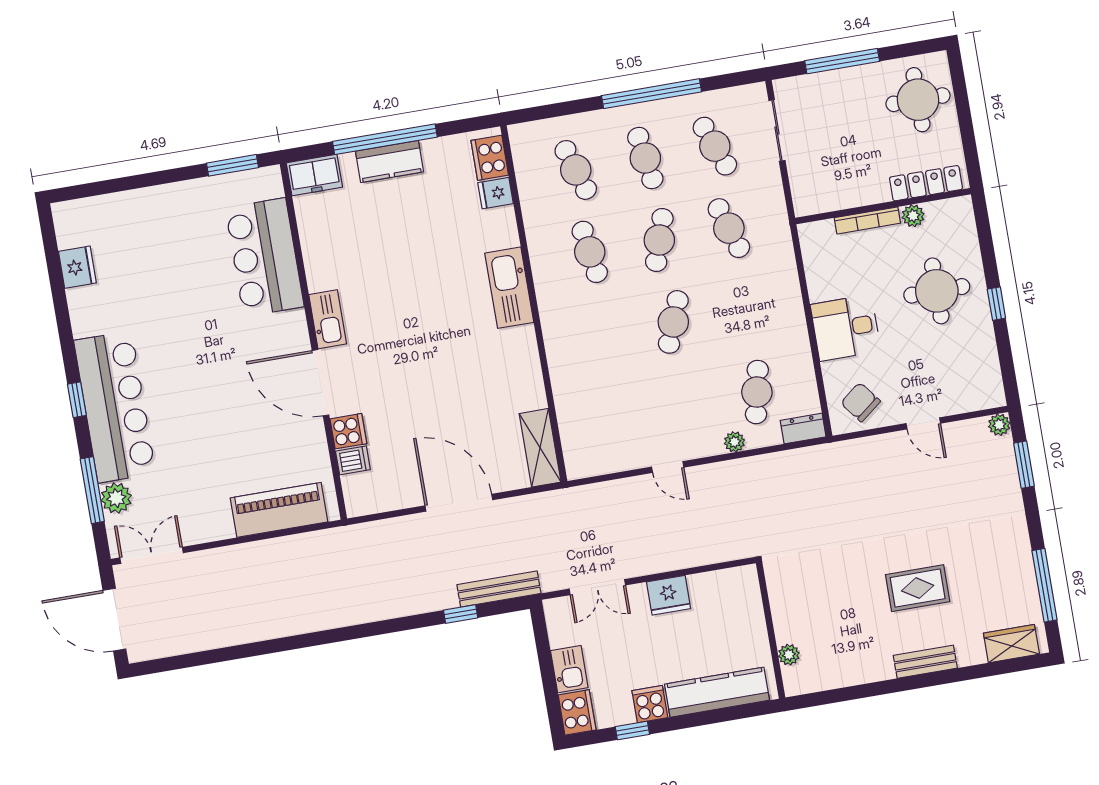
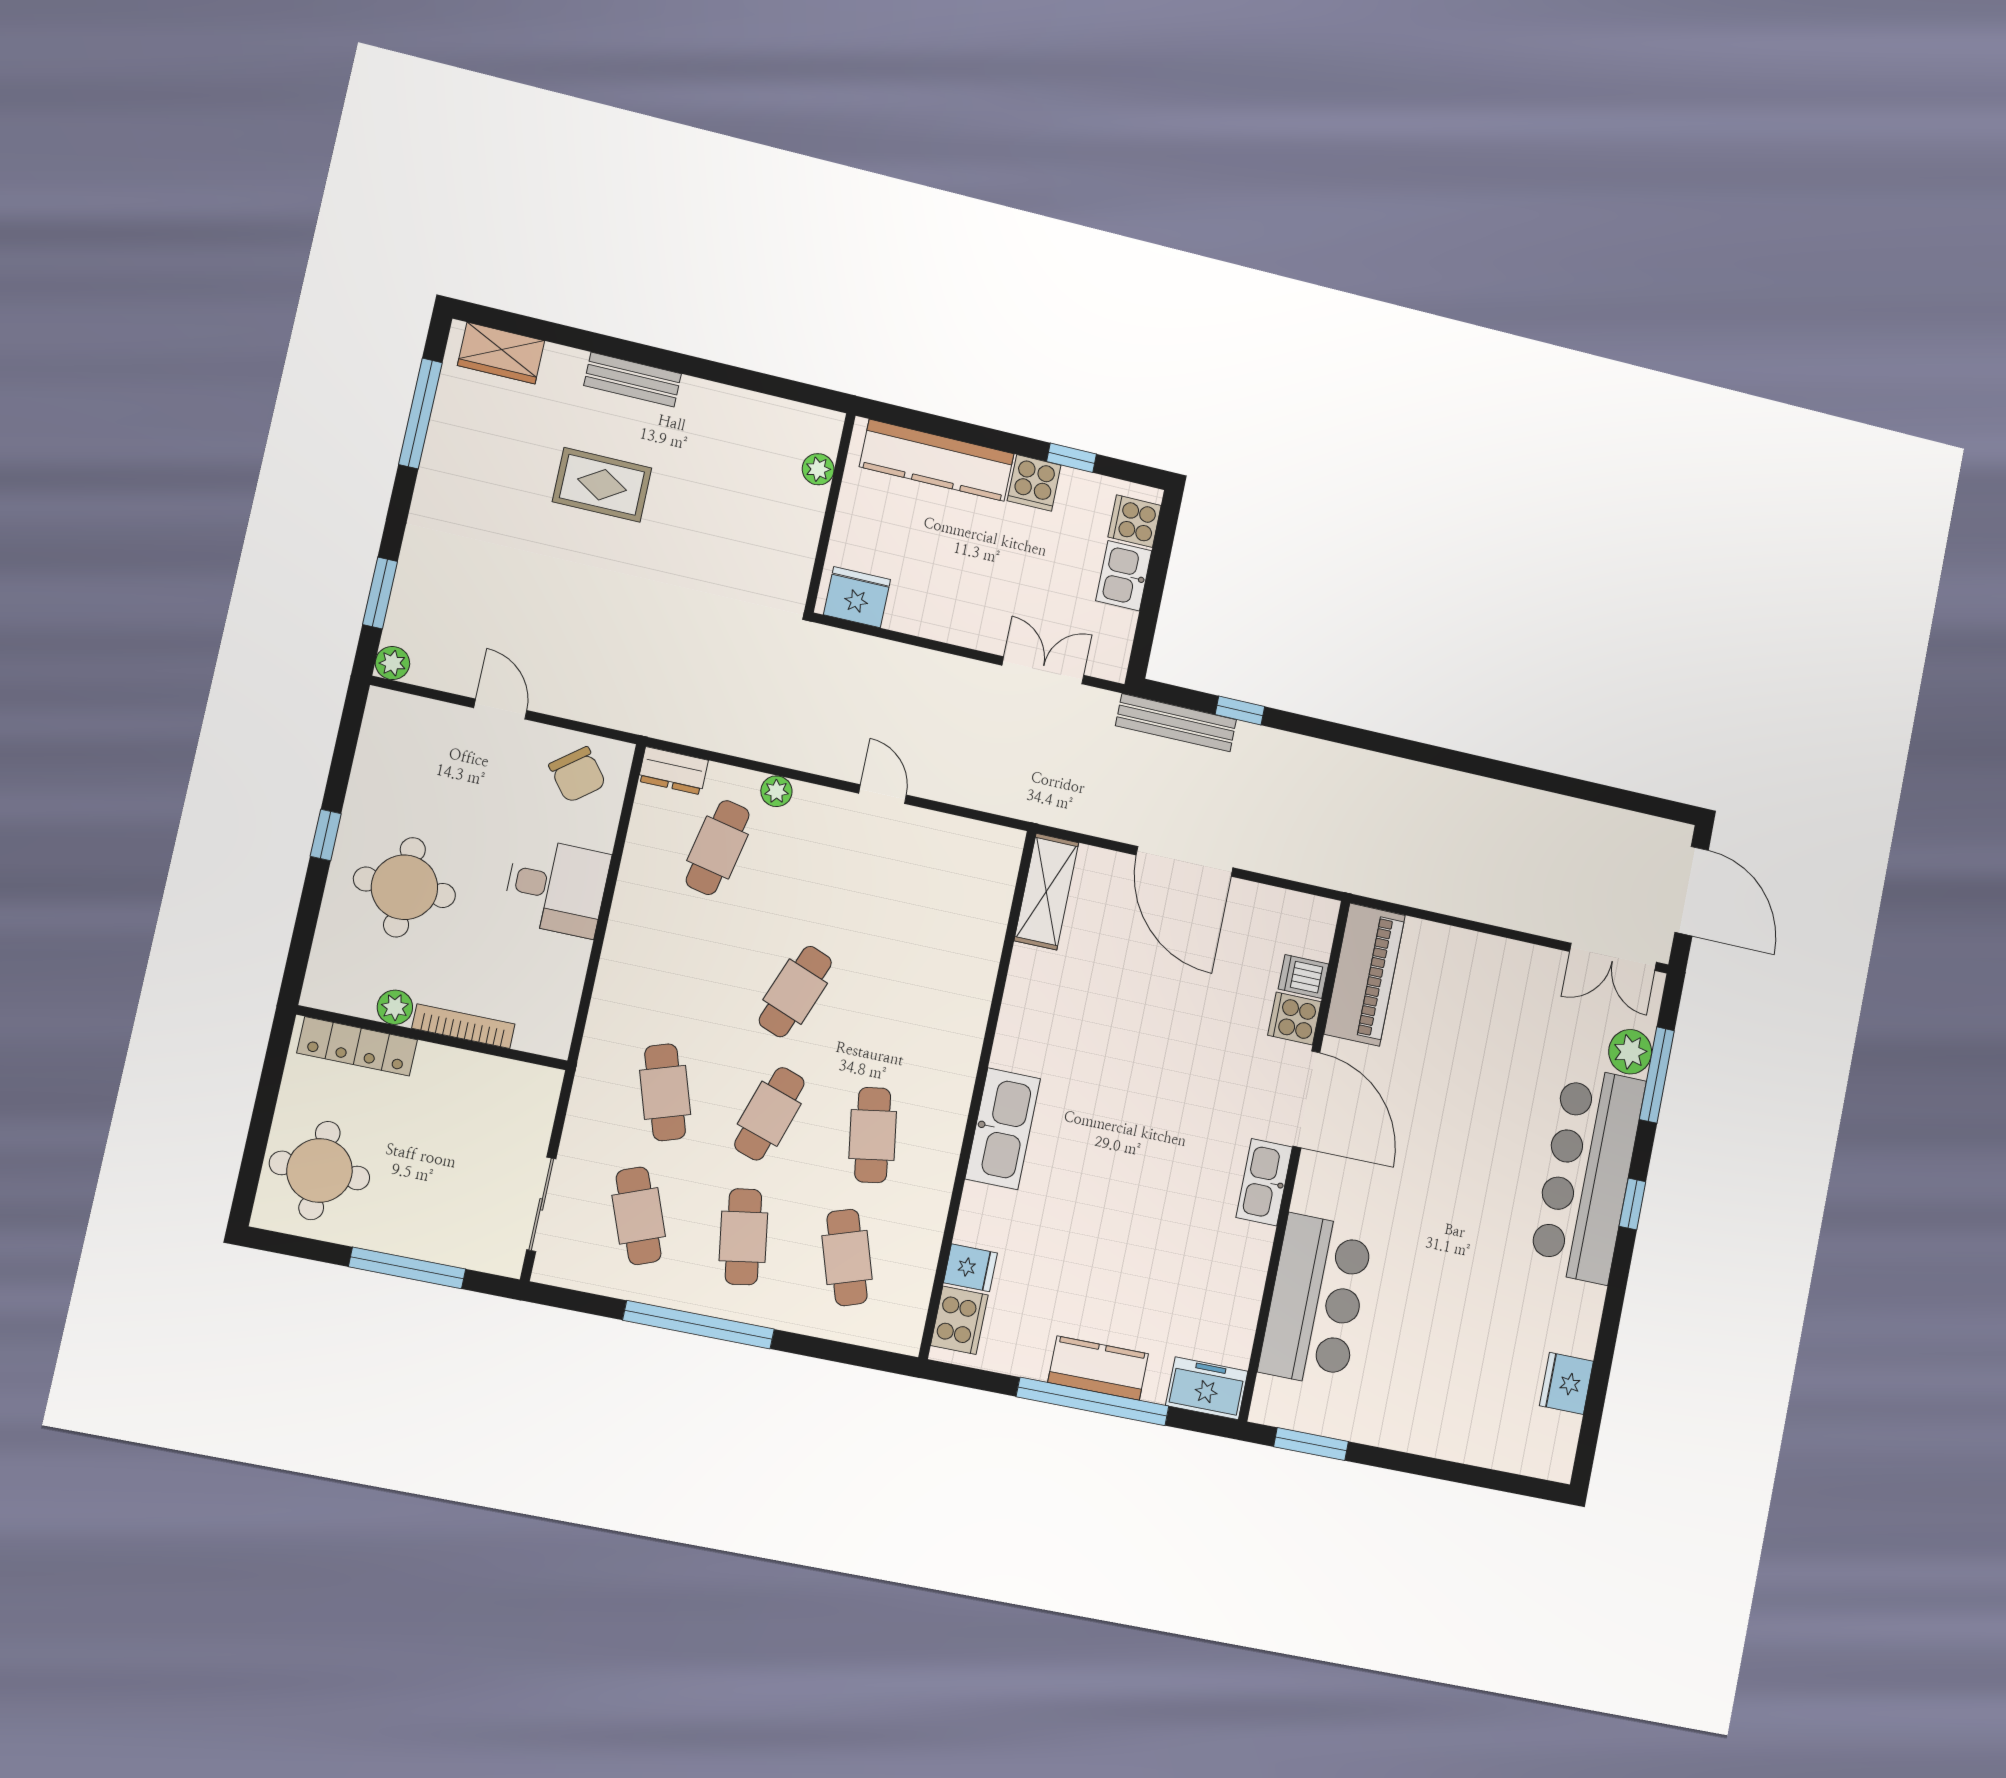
piano: (279, 510) -> (1365, 975), moved, turned -90
fridge: (669, 595) -> (857, 597), moved
cooker: (577, 712) -> (1134, 521), width x0.73

